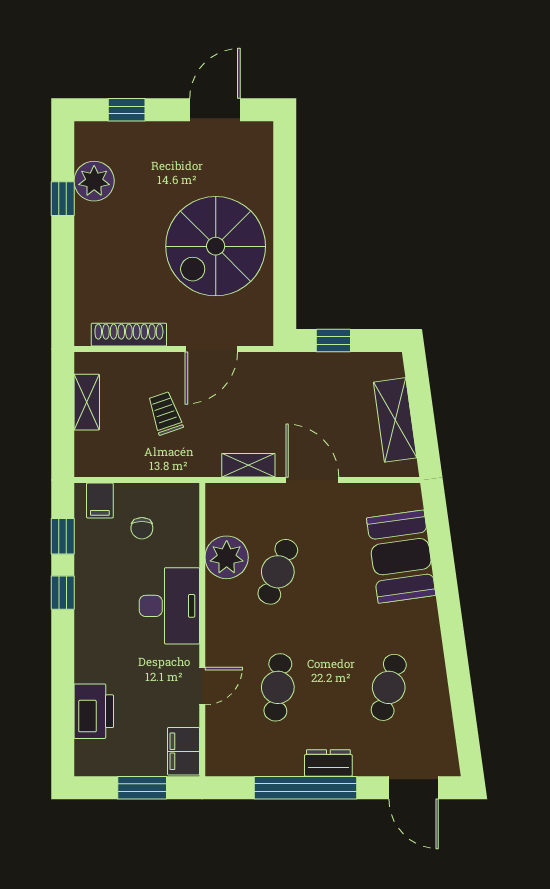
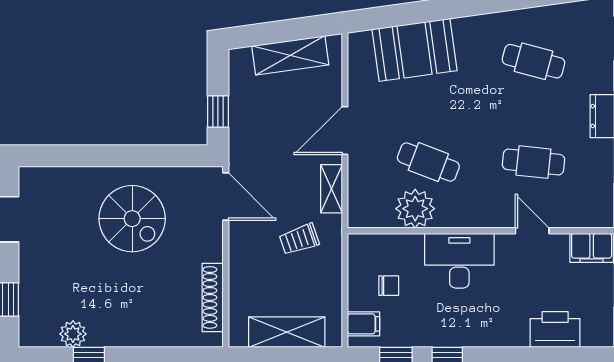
plant: (94, 181) -> (73, 334), width x0.73, depth x0.73
spiral stairs: (216, 246) -> (132, 219), width x0.73, depth x0.73
door: (211, 349) -> (226, 196), moved
shelving: (87, 402) -> (287, 332), width x1.50, depth x1.33
trolley: (165, 413) -> (299, 239), moved

